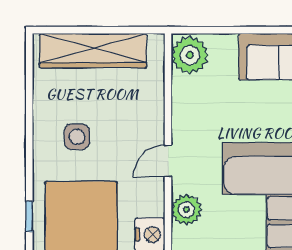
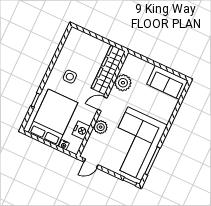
wardrobe: (93, 51) -> (108, 70), moved, turned 90
plant: (190, 55) -> (123, 83), moved

